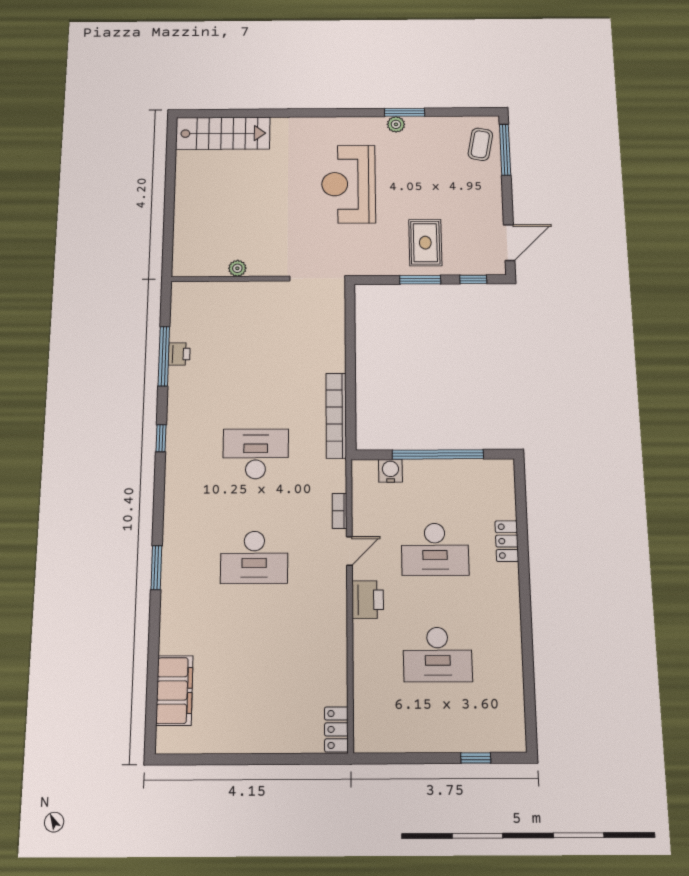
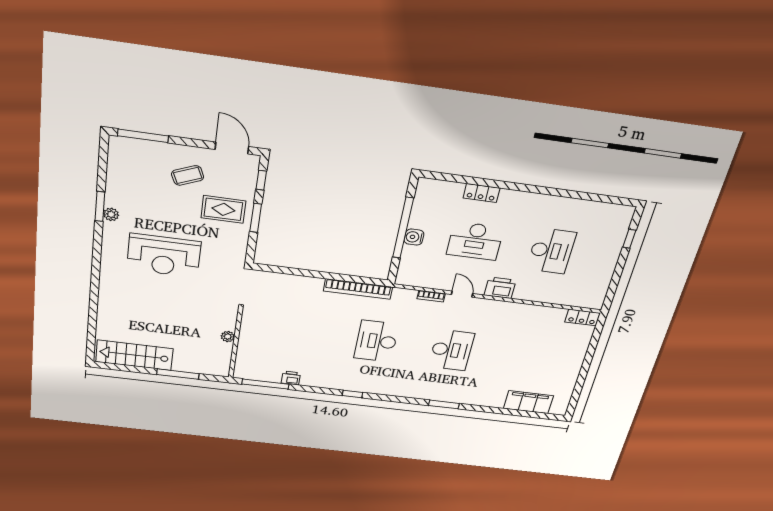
stairs: (223, 133) -> (134, 355), moved, turned -90
coffee table: (480, 144) -> (188, 175), moved, turned -34
window: (169, 216) -> (178, 374), added
window: (164, 356) -> (265, 384), moved
water cooler: (390, 471) -> (414, 237), moved
desk: (435, 549) -> (475, 241), turned 90

